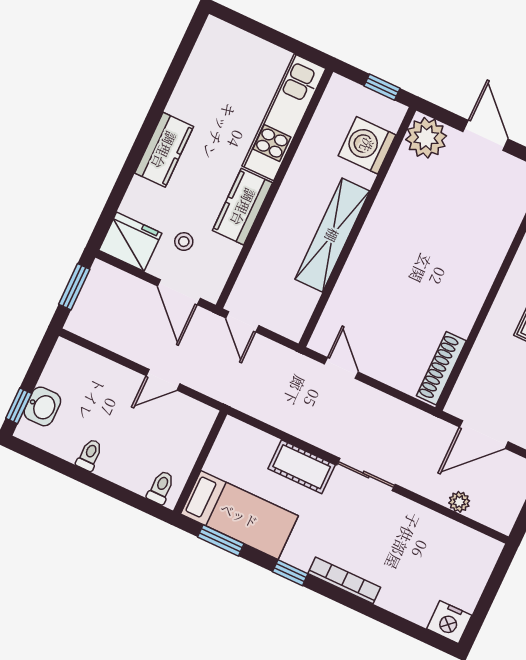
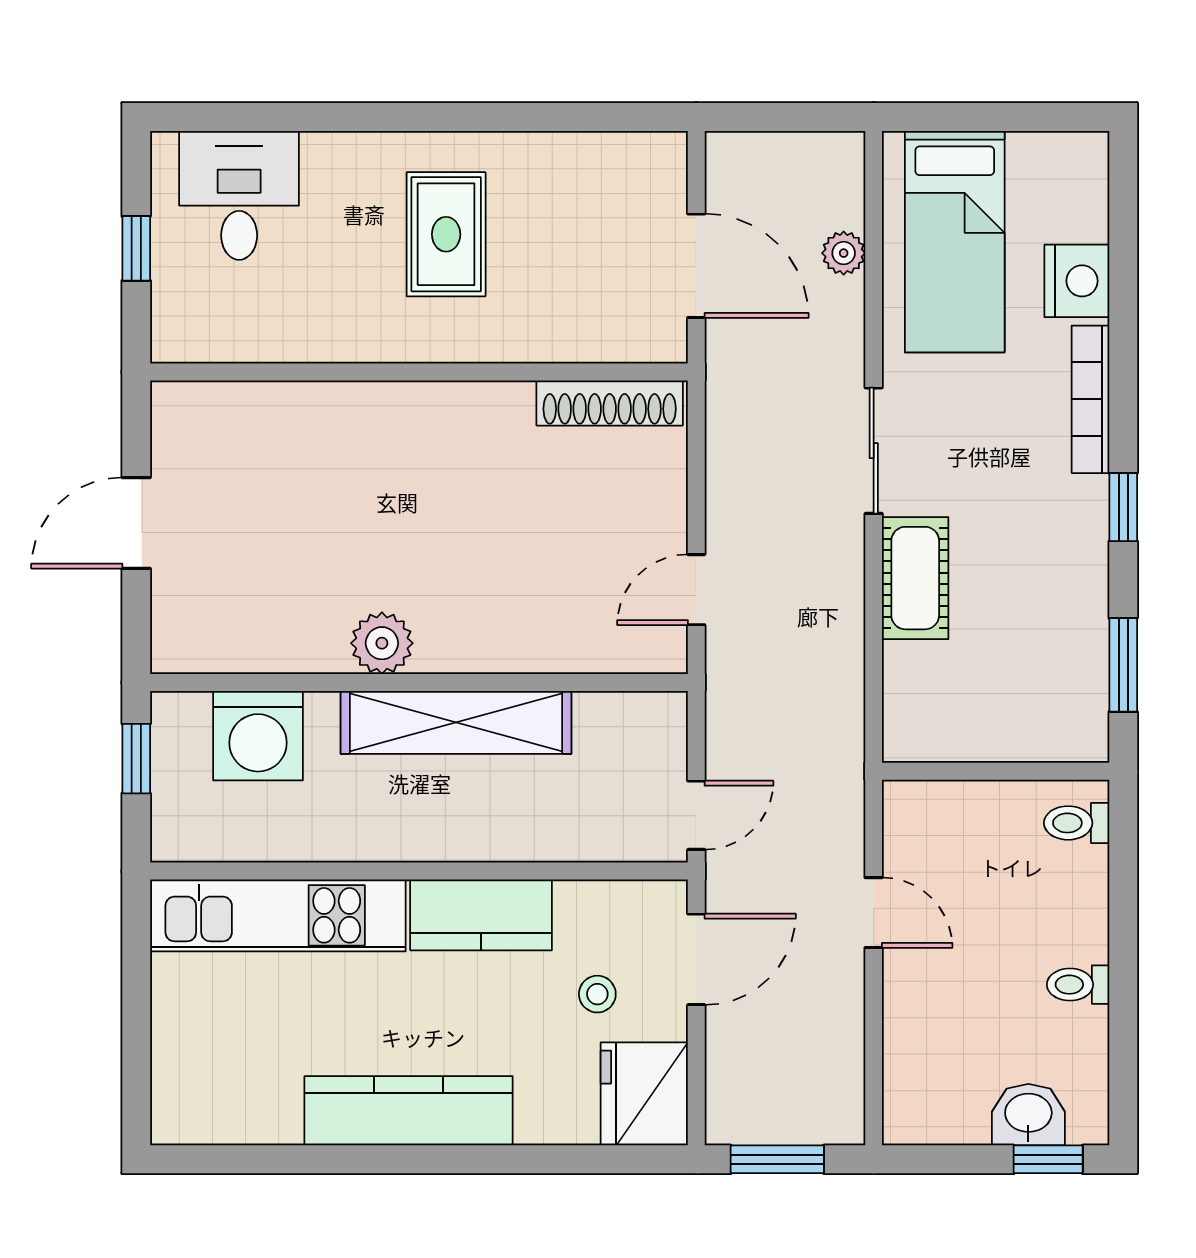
plant: (426, 138) -> (382, 643), moved, width x0.73, depth x0.73
kitchen counter: (164, 150) -> (409, 1111), width x1.50
bed: (239, 515) -> (955, 242), moved, turned 180
nightstand: (449, 622) -> (1077, 281), moved

